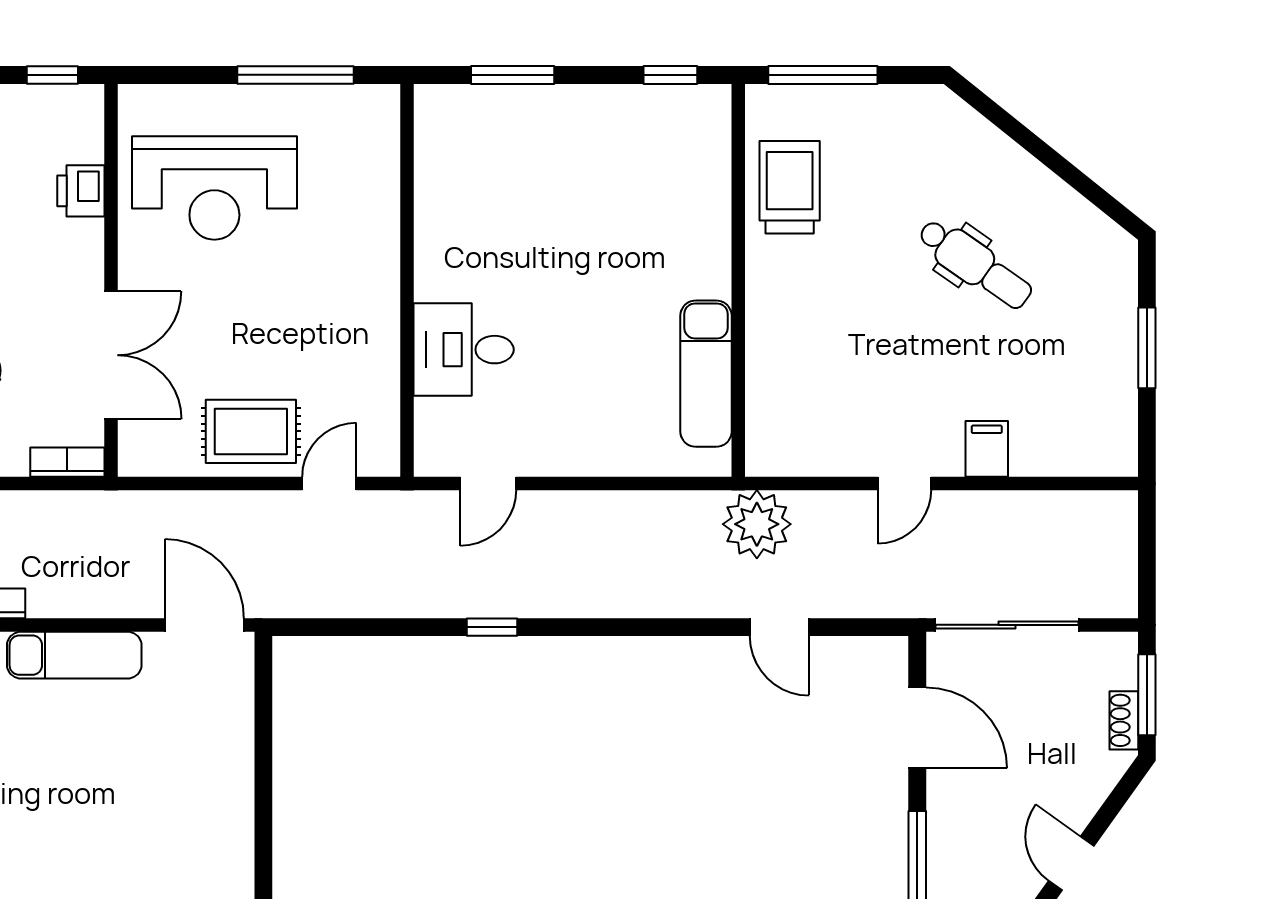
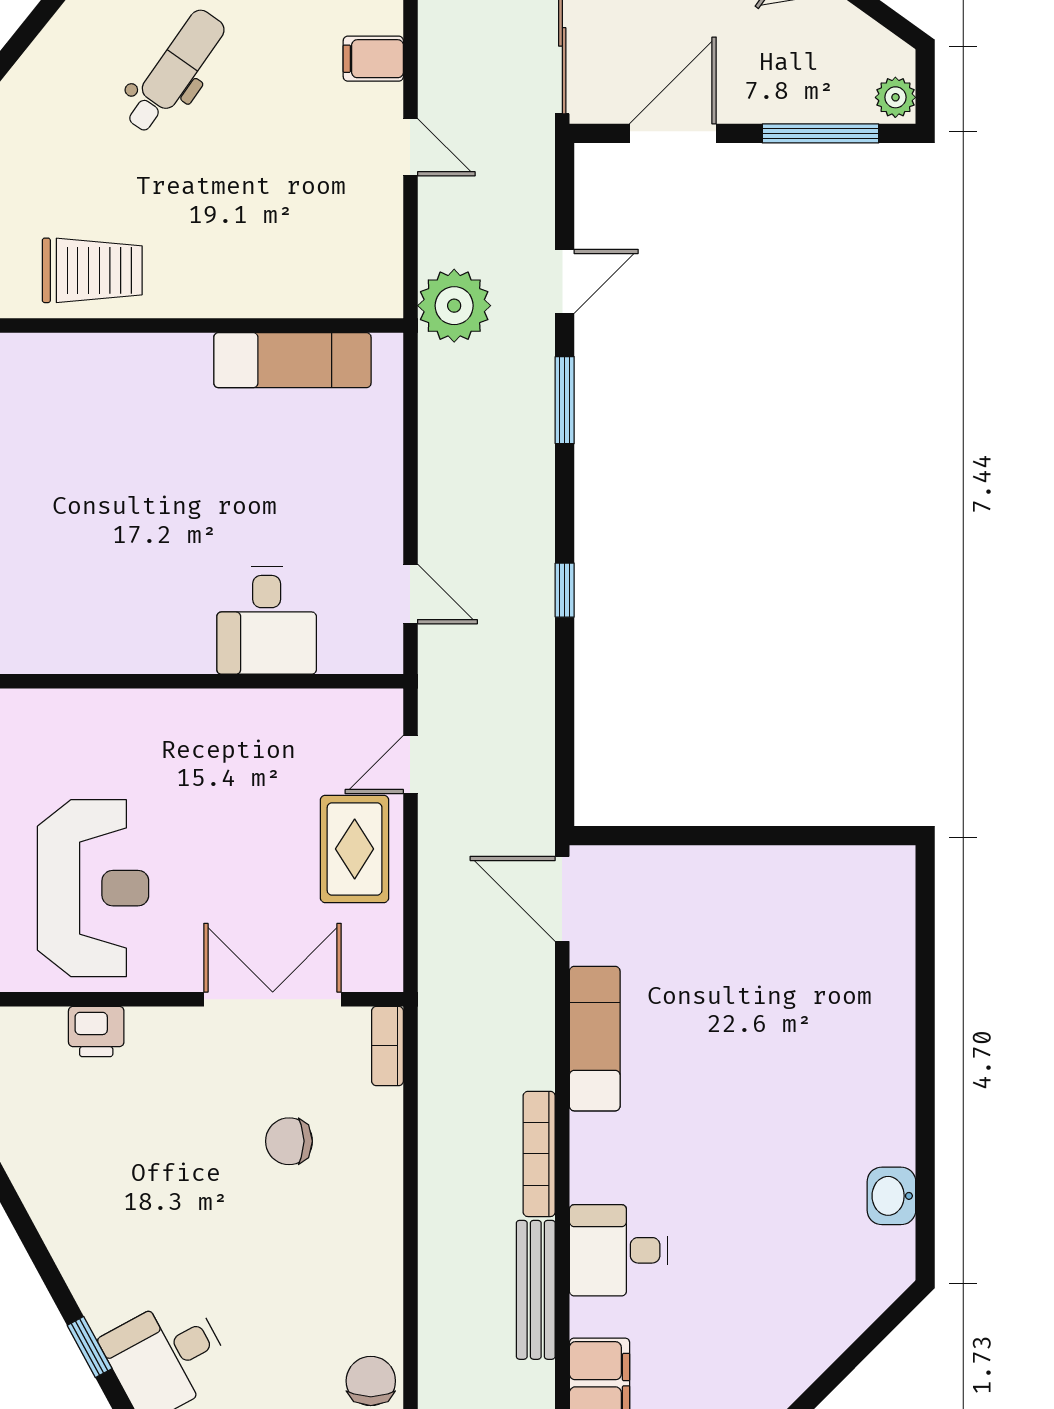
trolley: (790, 187) -> (92, 270), turned 180
door: (329, 484) -> (410, 765), hinge flipped
door: (204, 625) -> (562, 899), hinge flipped
window: (669, 627) -> (565, 400), added

